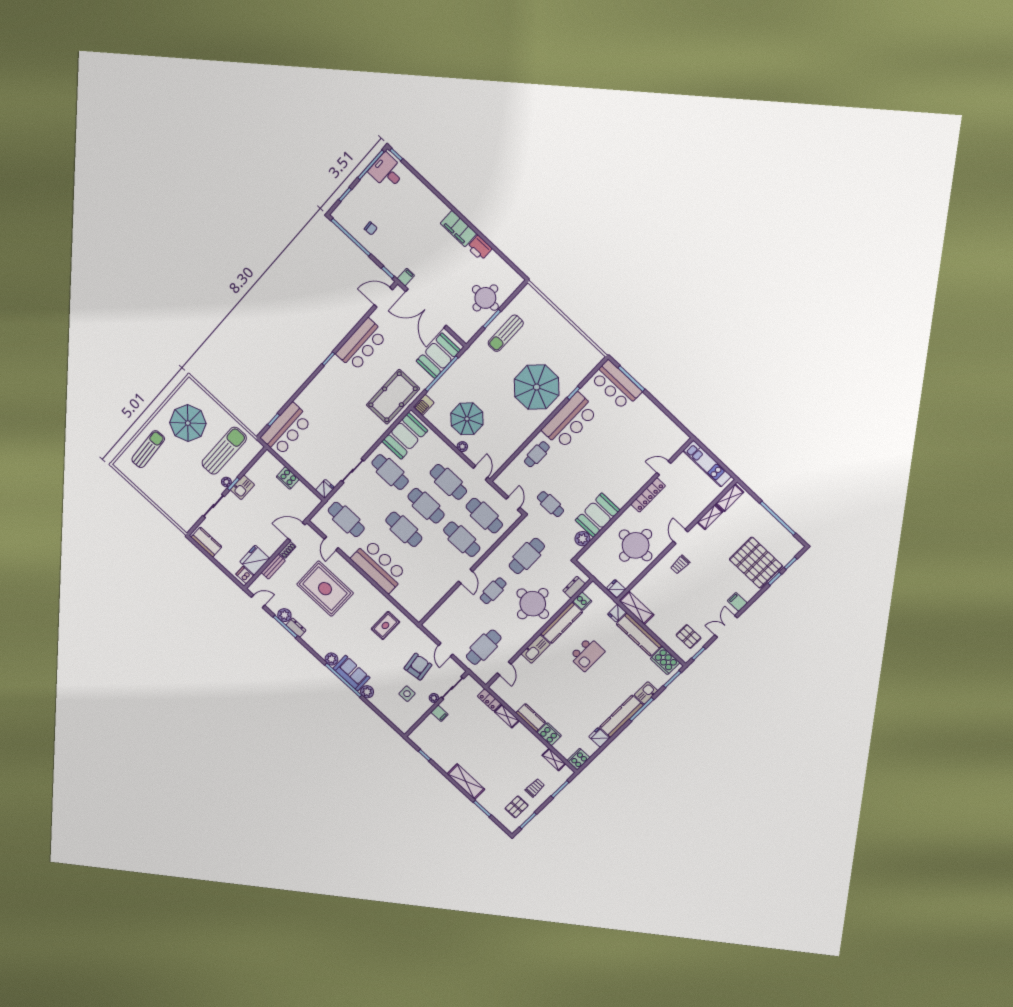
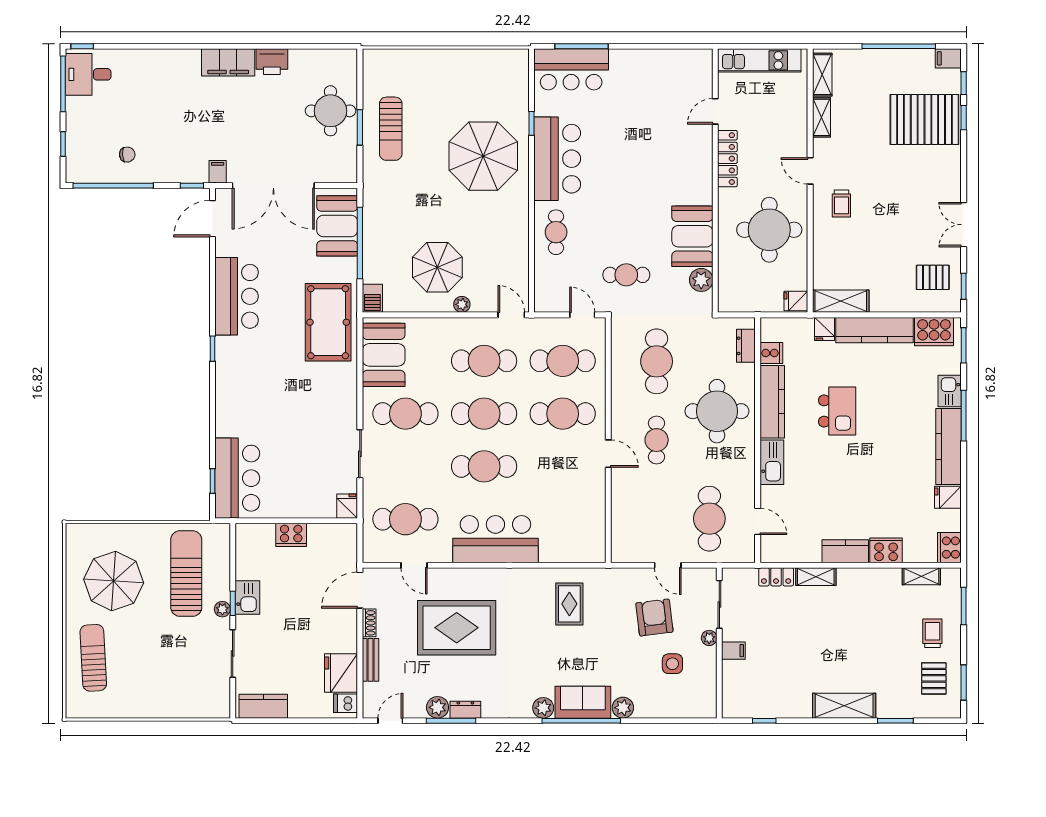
filing cabinet: (737, 602) -> (948, 58), moved

